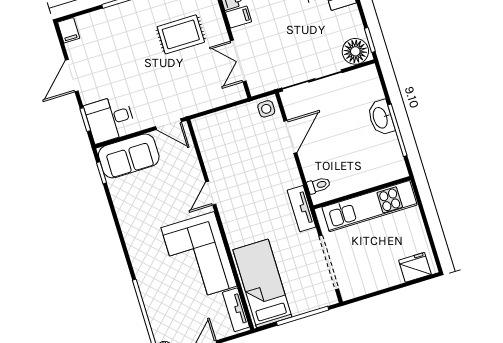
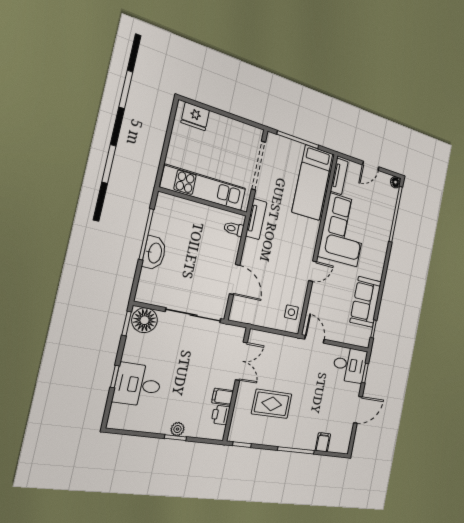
filing cabinet: (69, 30) -> (323, 442), moved
side table: (266, 109) -> (291, 312), moved
door: (290, 137) -> (235, 279), swing flipped
sofa: (129, 156) -> (366, 302), moved, turned -90

